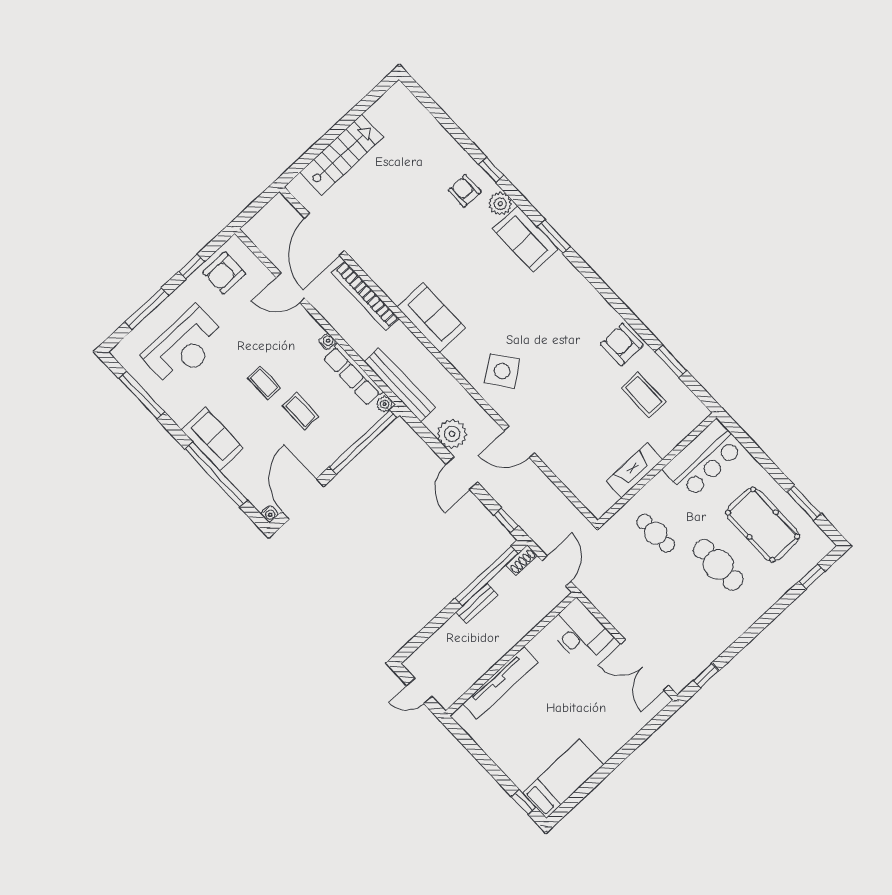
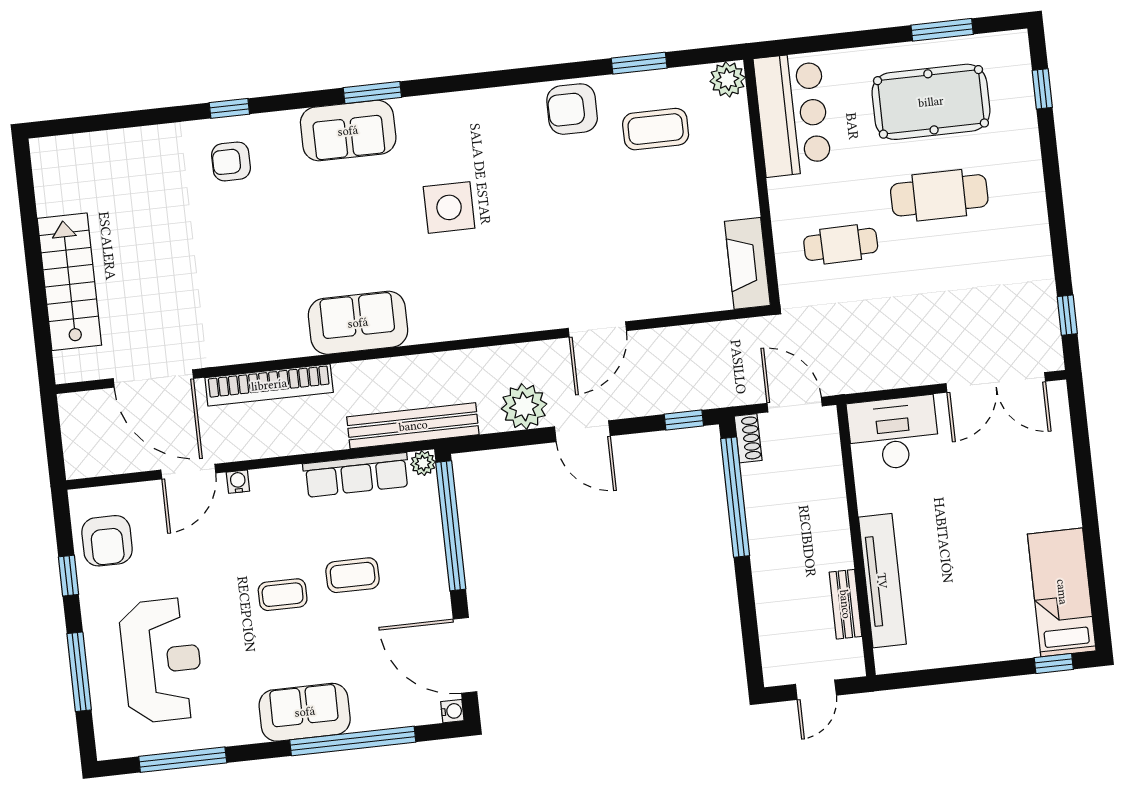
plant: (500, 204) -> (728, 79), moved
water cooler: (327, 341) -> (238, 482), moved
side table: (502, 371) -> (449, 207), moved, turned 36
fireplace: (634, 470) -> (747, 263), moved
bench: (477, 604) -> (845, 604), moved

